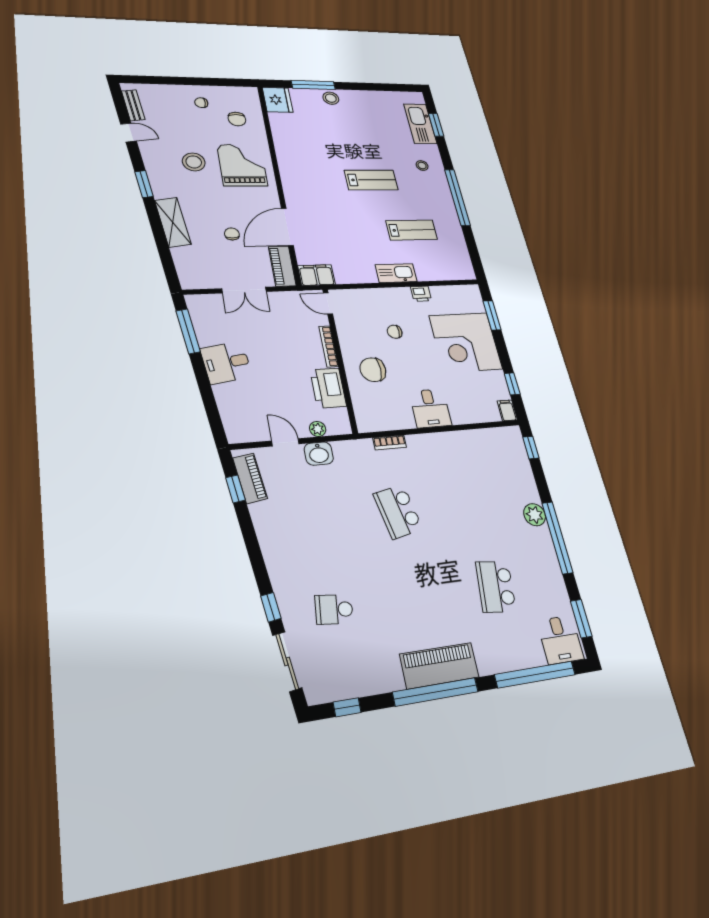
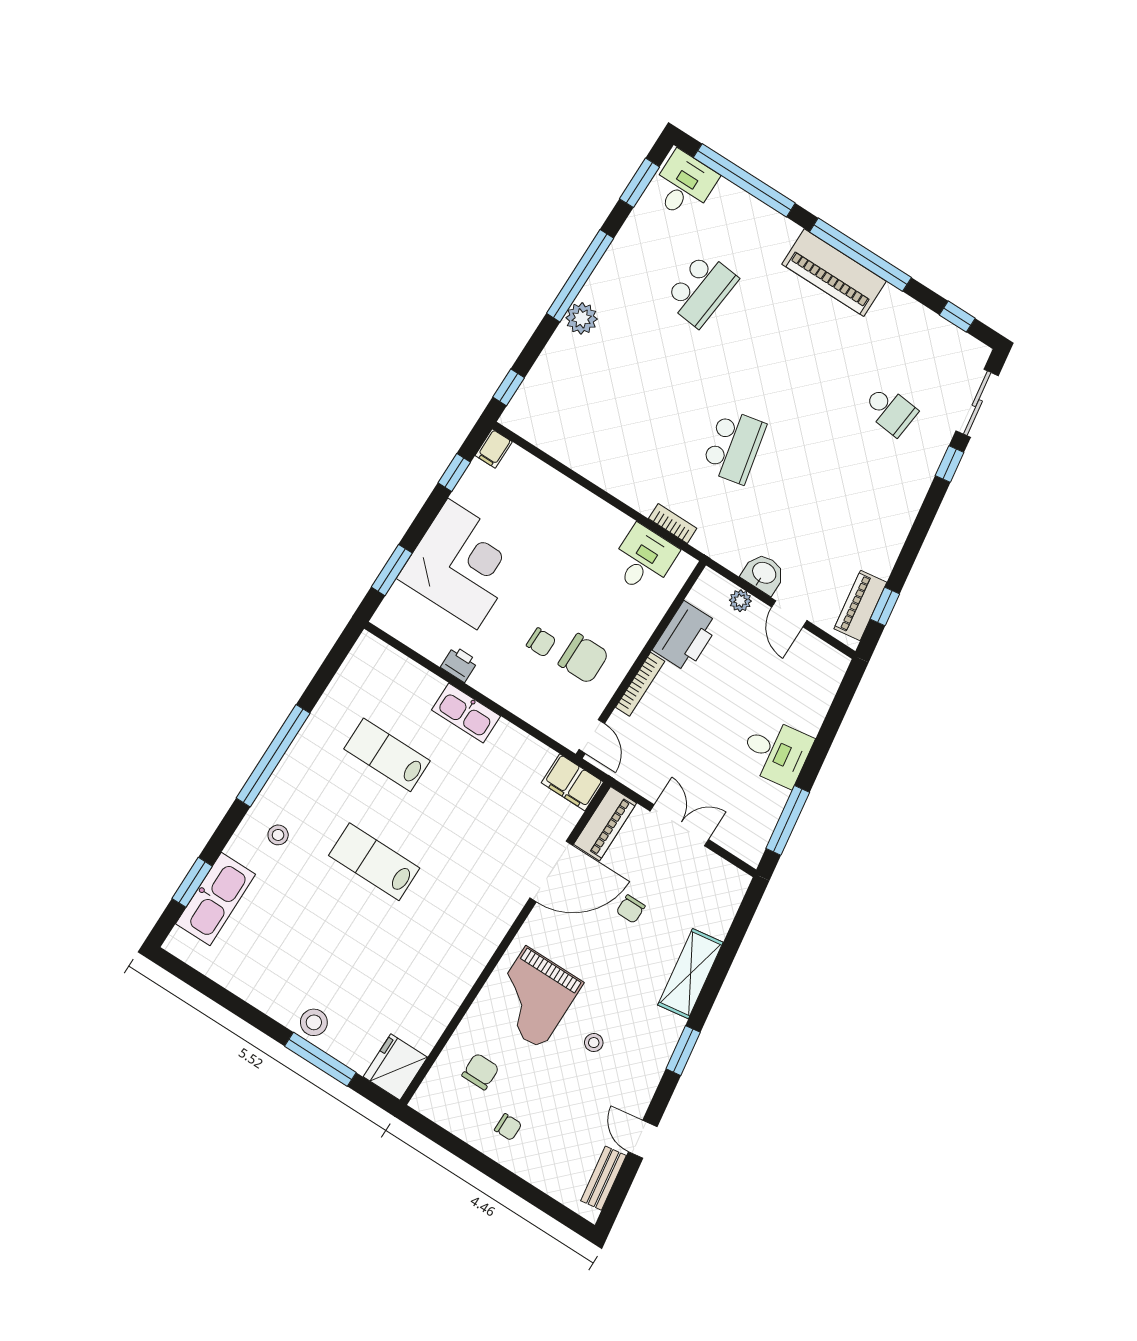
stool: (194, 162) -> (594, 1043), width x0.53, depth x0.53
chair: (373, 370) -> (583, 659), moved
desk: (430, 408) -> (643, 559), moved

